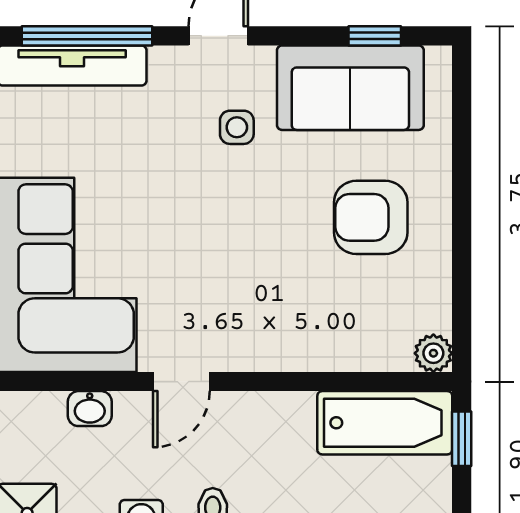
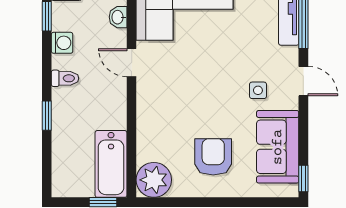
window: (375, 36) -> (303, 178), moved
plant: (433, 353) -> (154, 180), width x1.88, depth x1.88

